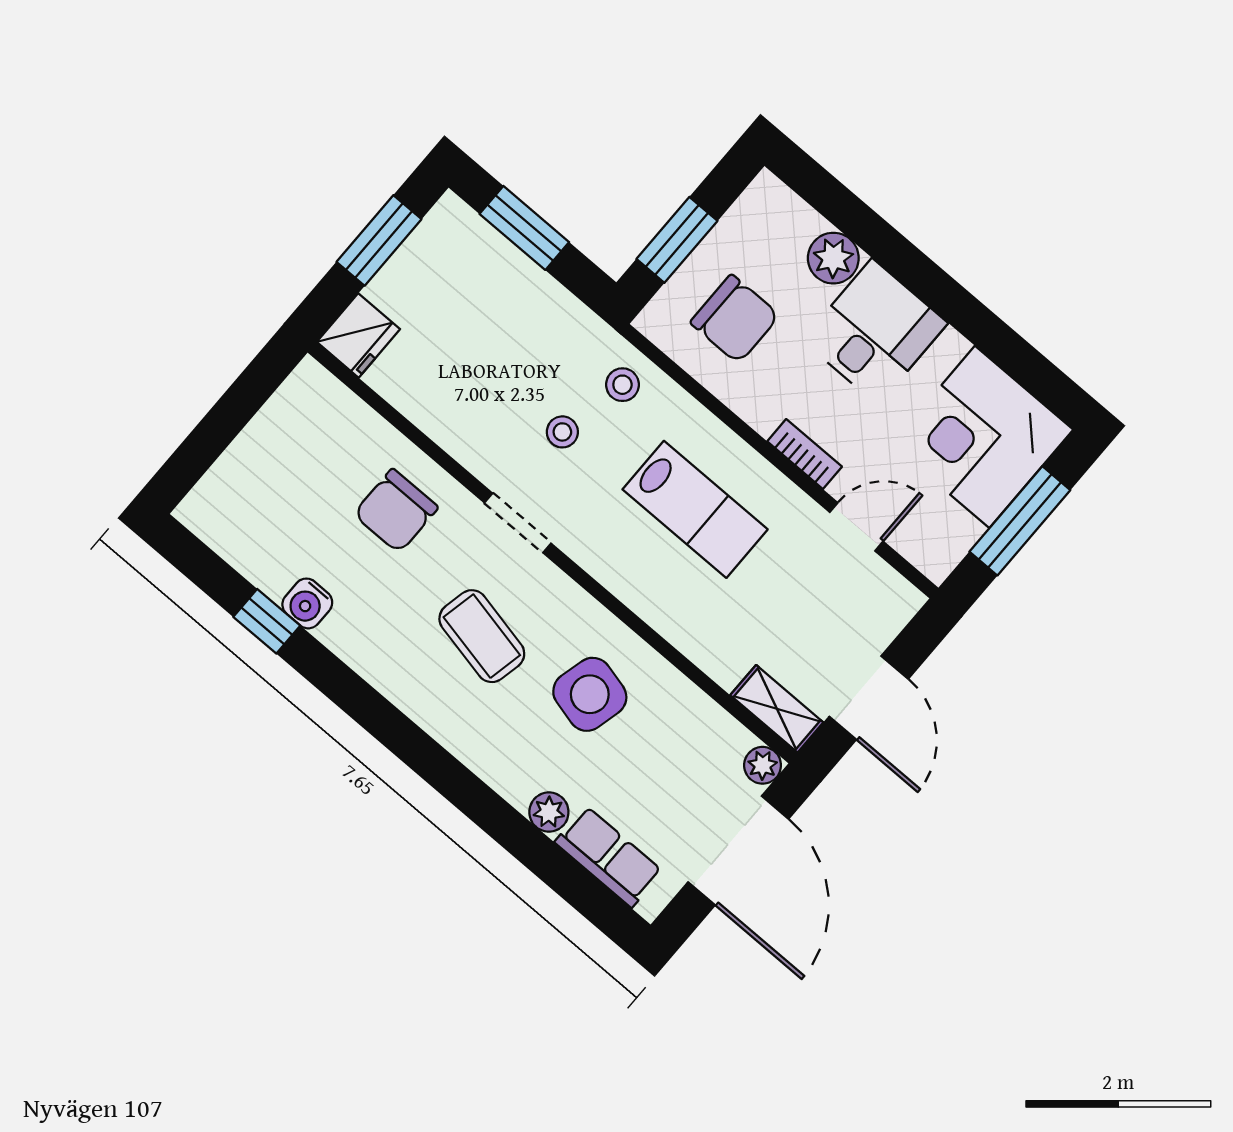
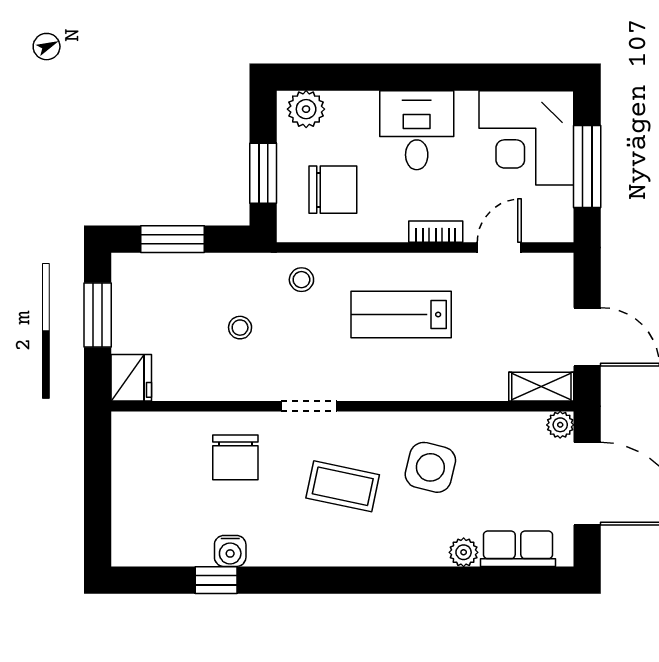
plant: (833, 258) -> (306, 109), moved
stool: (562, 432) -> (240, 328), moved
lab bench: (695, 509) -> (401, 314), turned 180

